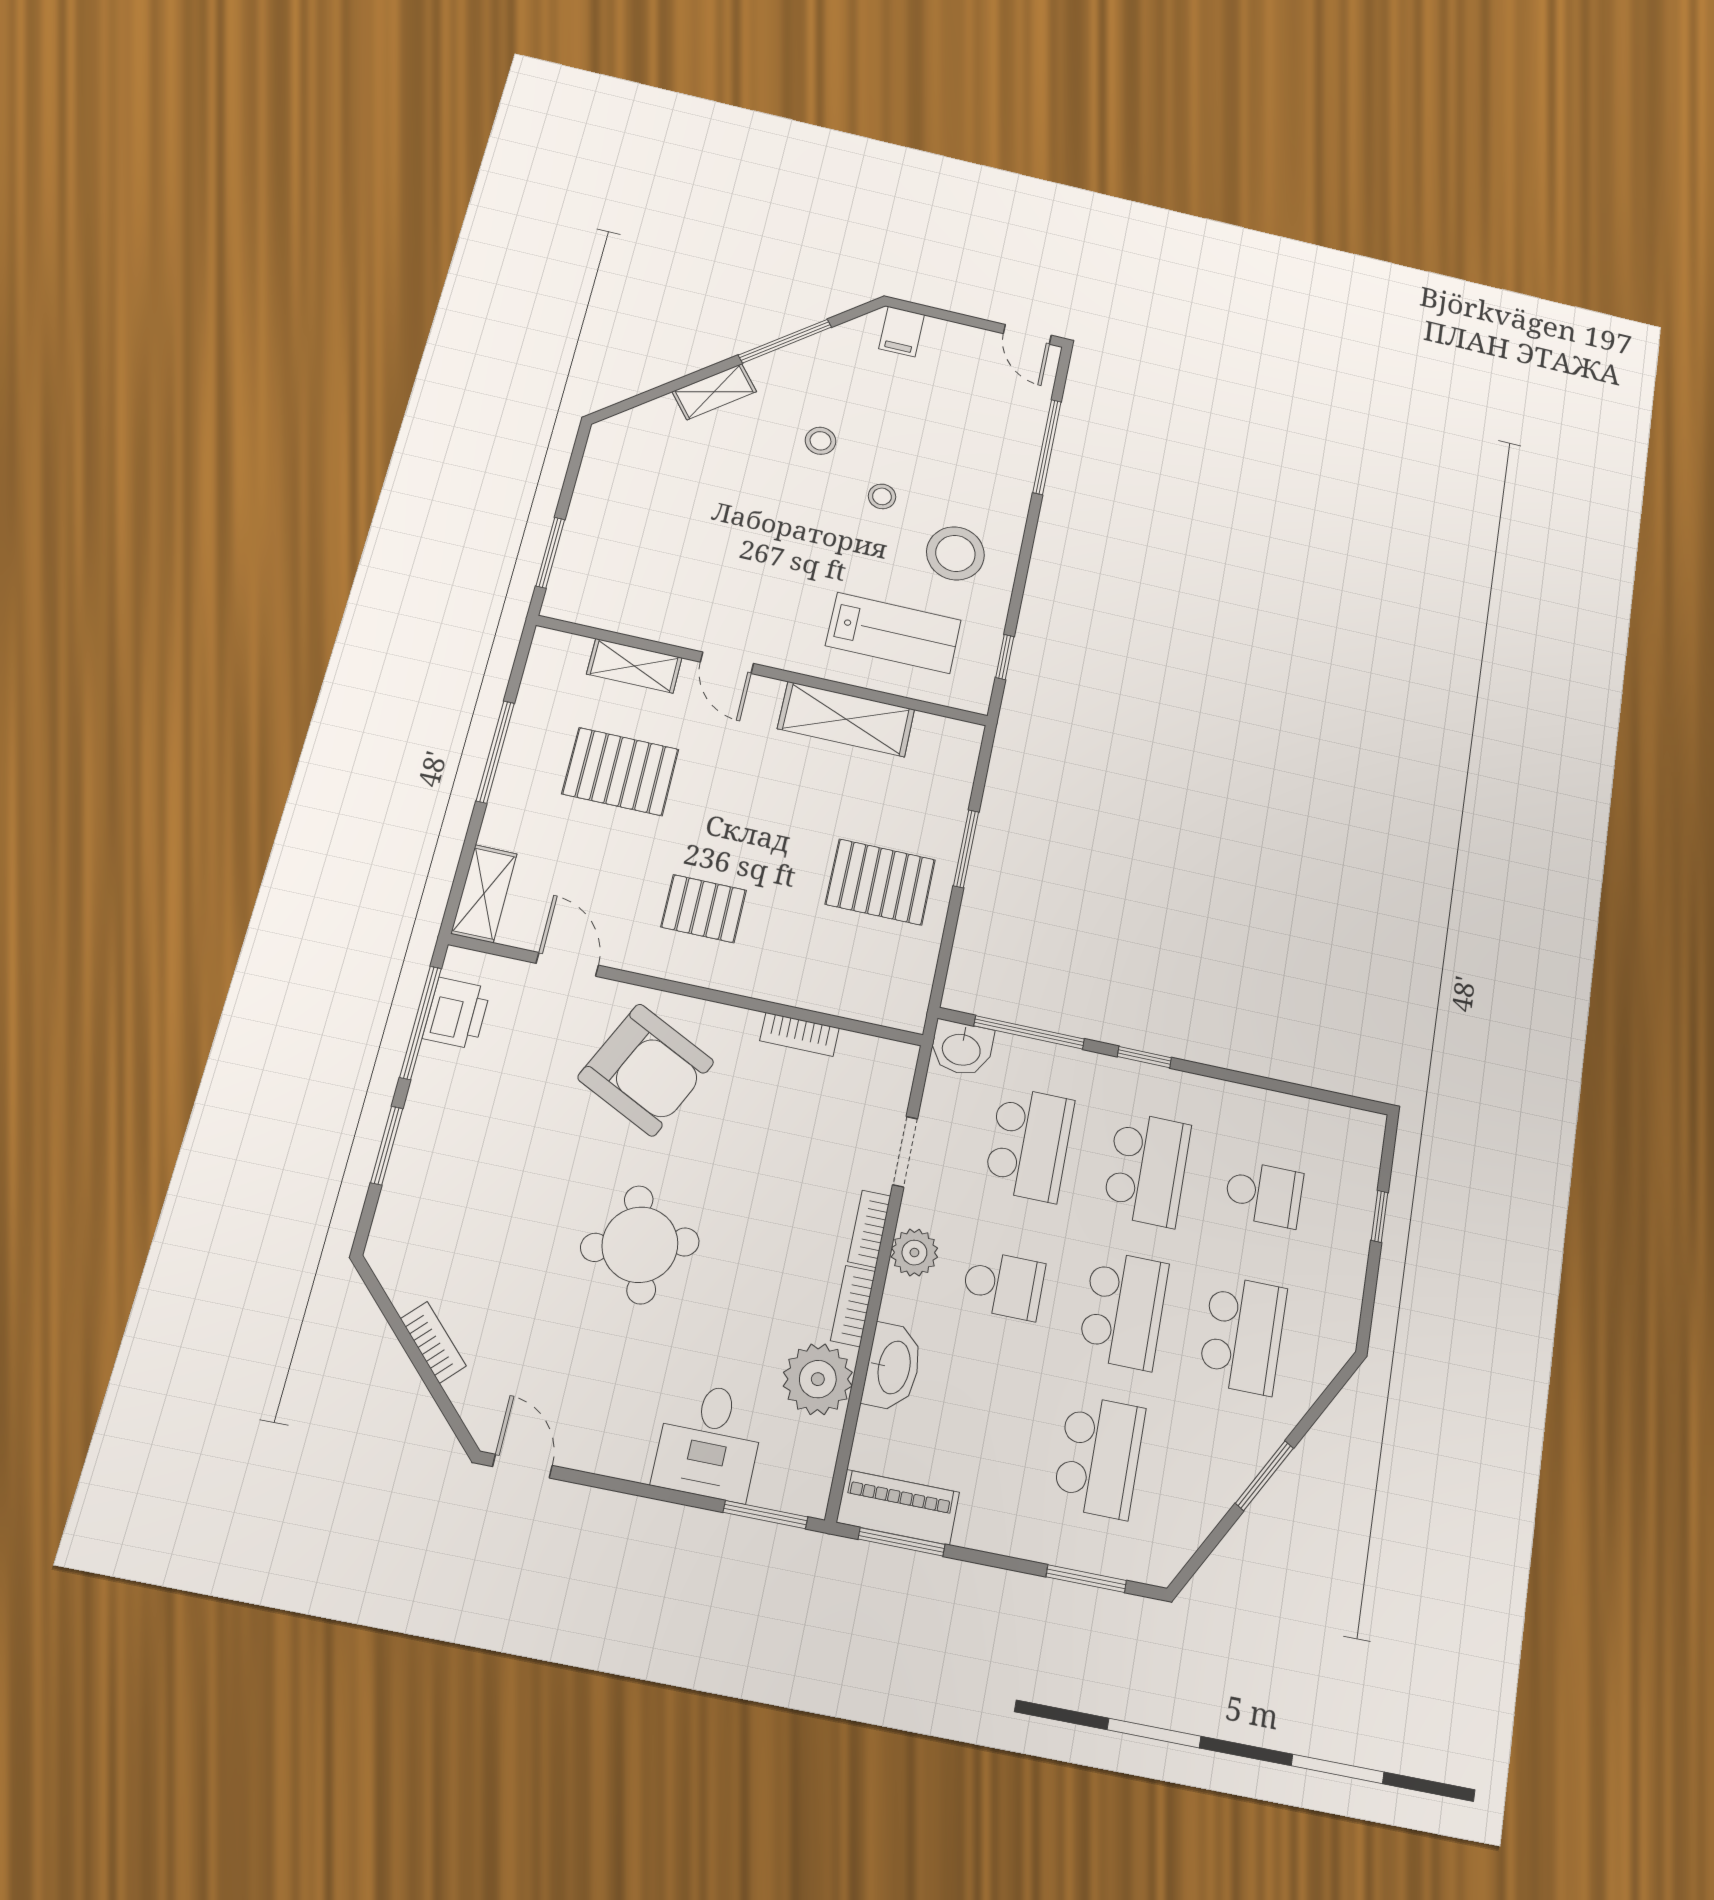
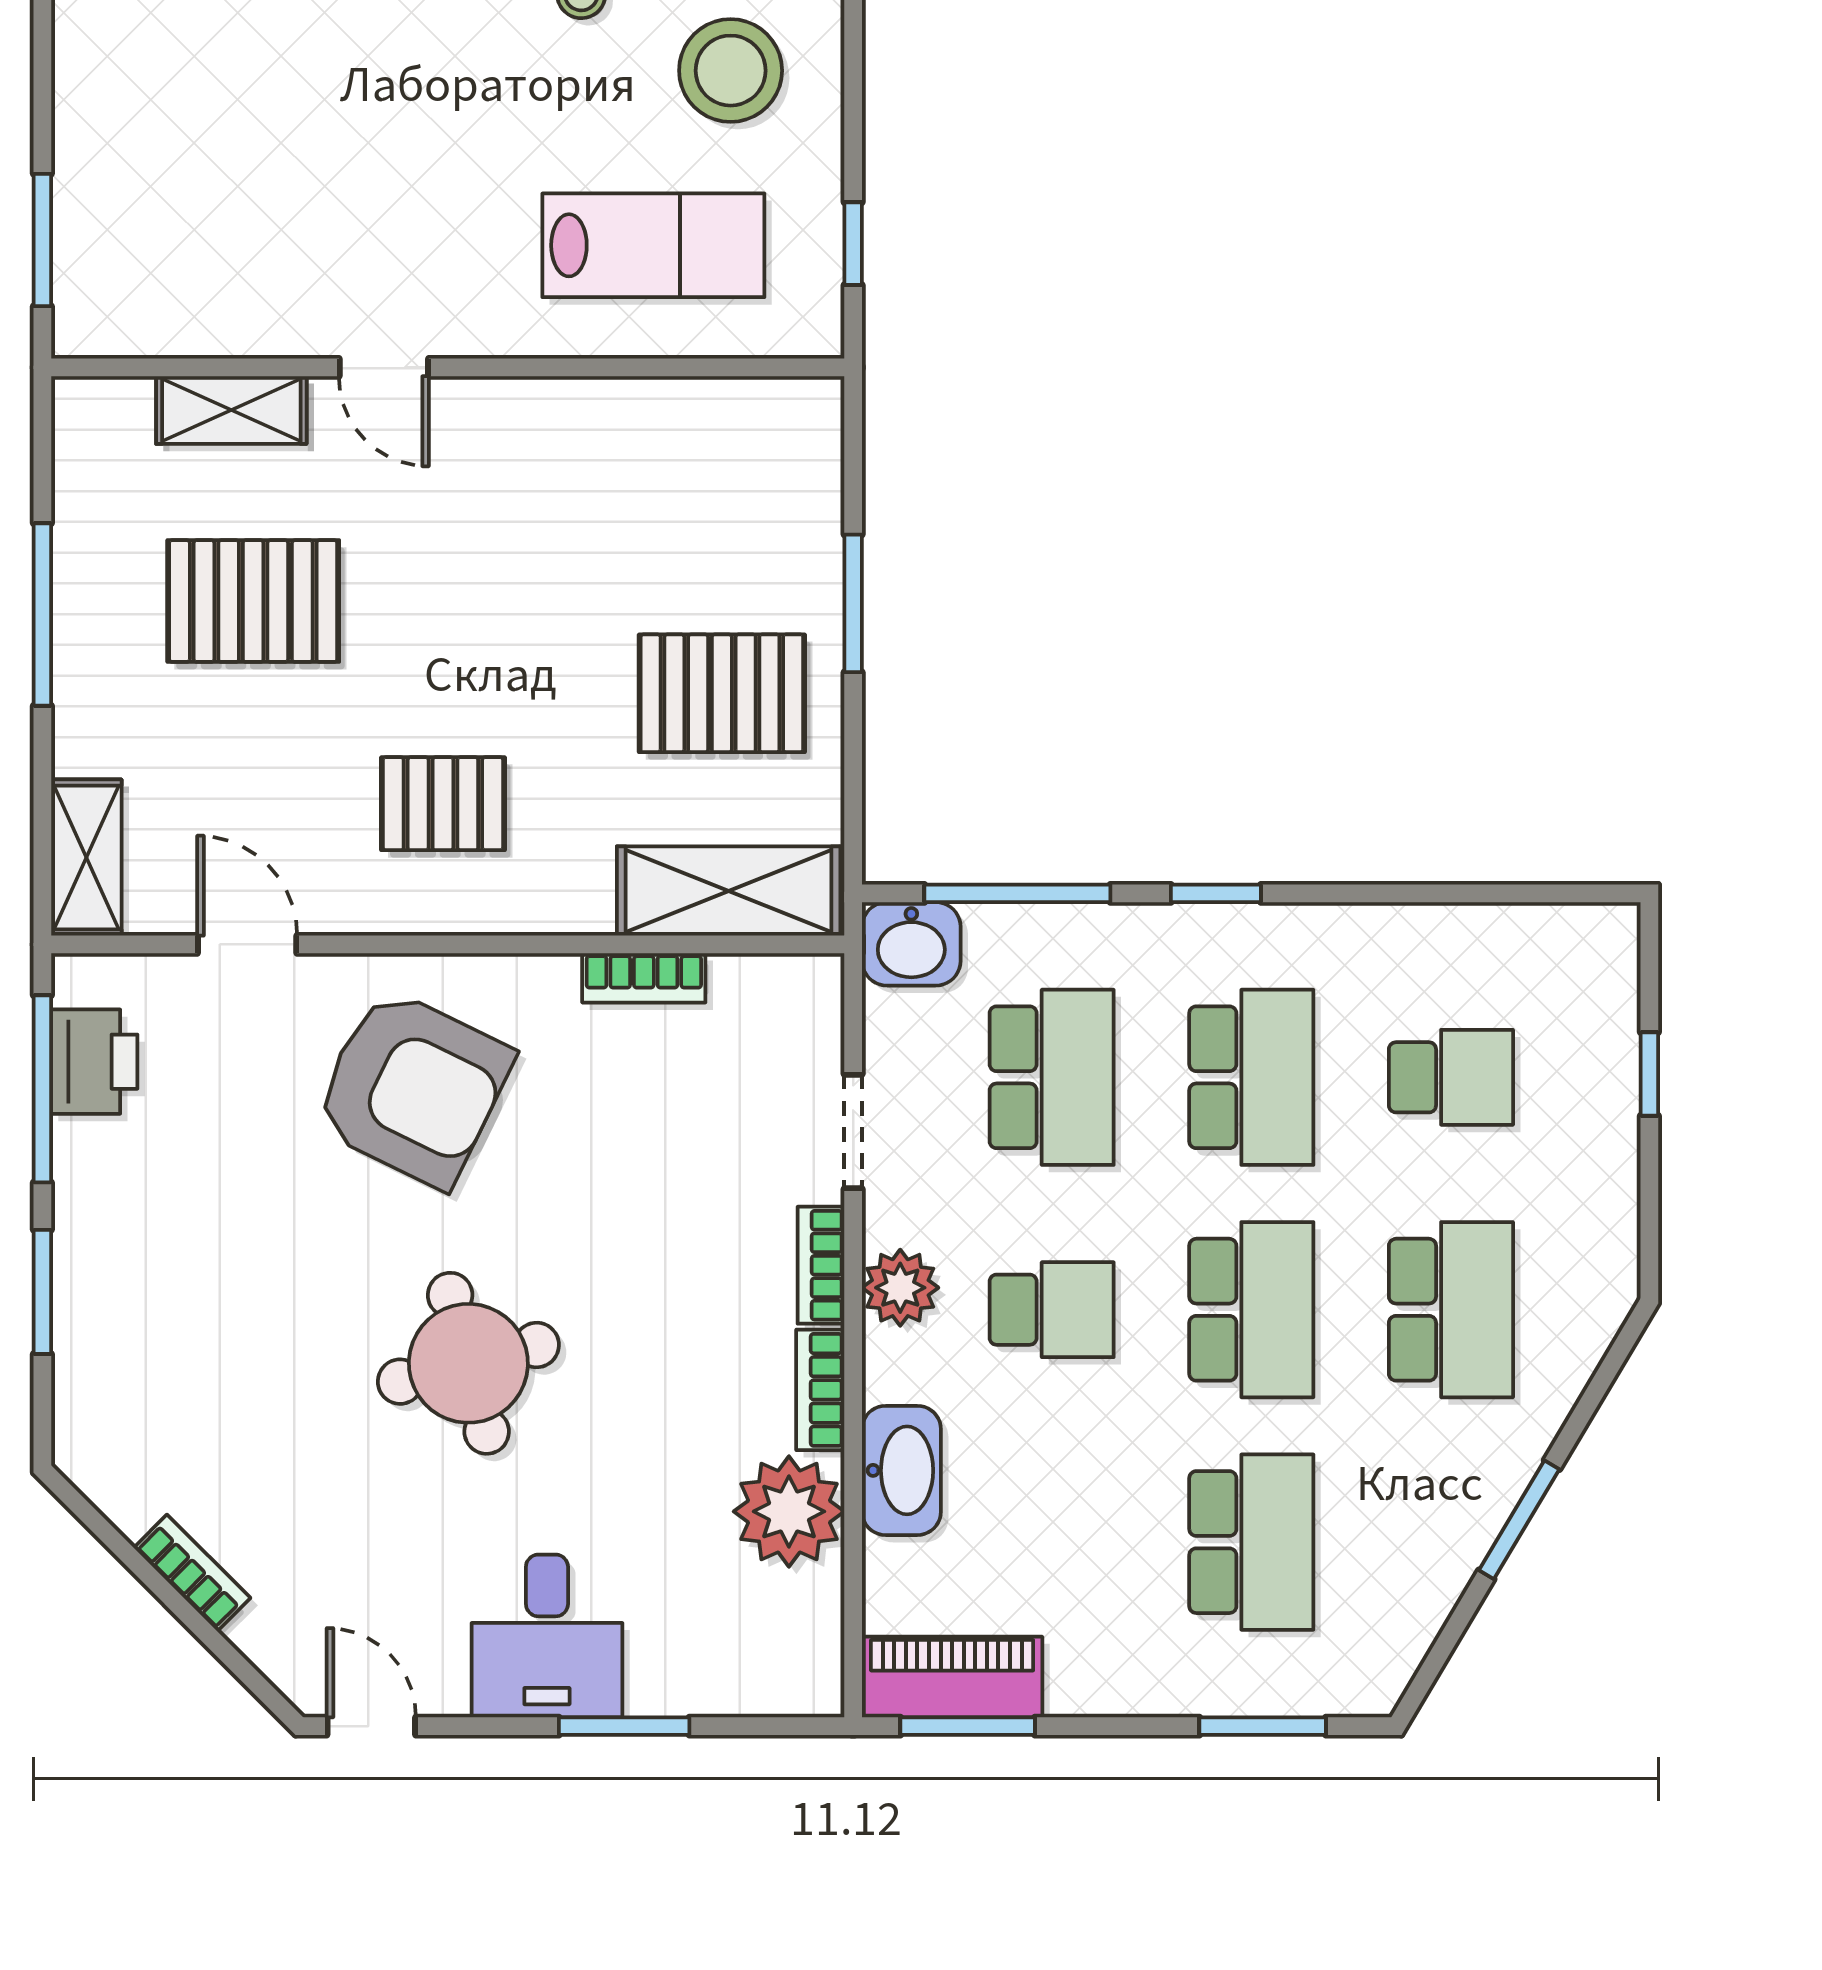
shelving: (846, 719) -> (729, 891), moved
desk: (709, 1441) -> (547, 1636), moved
window: (765, 1515) -> (624, 1726), moved

